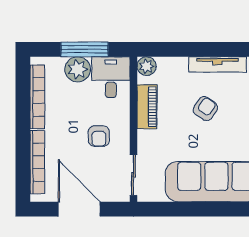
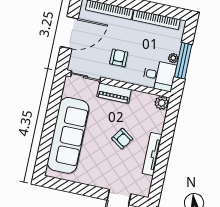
plant: (78, 69) -> (173, 58), width x0.53, depth x0.53
piano: (147, 107) -> (114, 93), moved
armchair: (99, 136) -> (119, 58), turned 90

